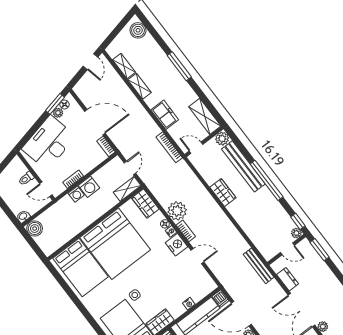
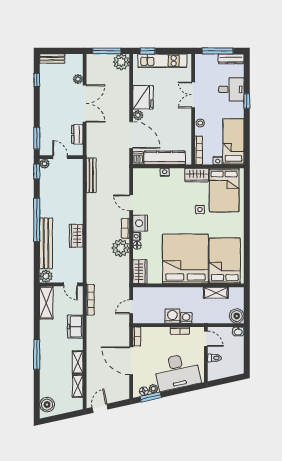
shelving: (127, 189) -> (216, 293), moved
bench: (259, 266) -> (91, 175), moved

